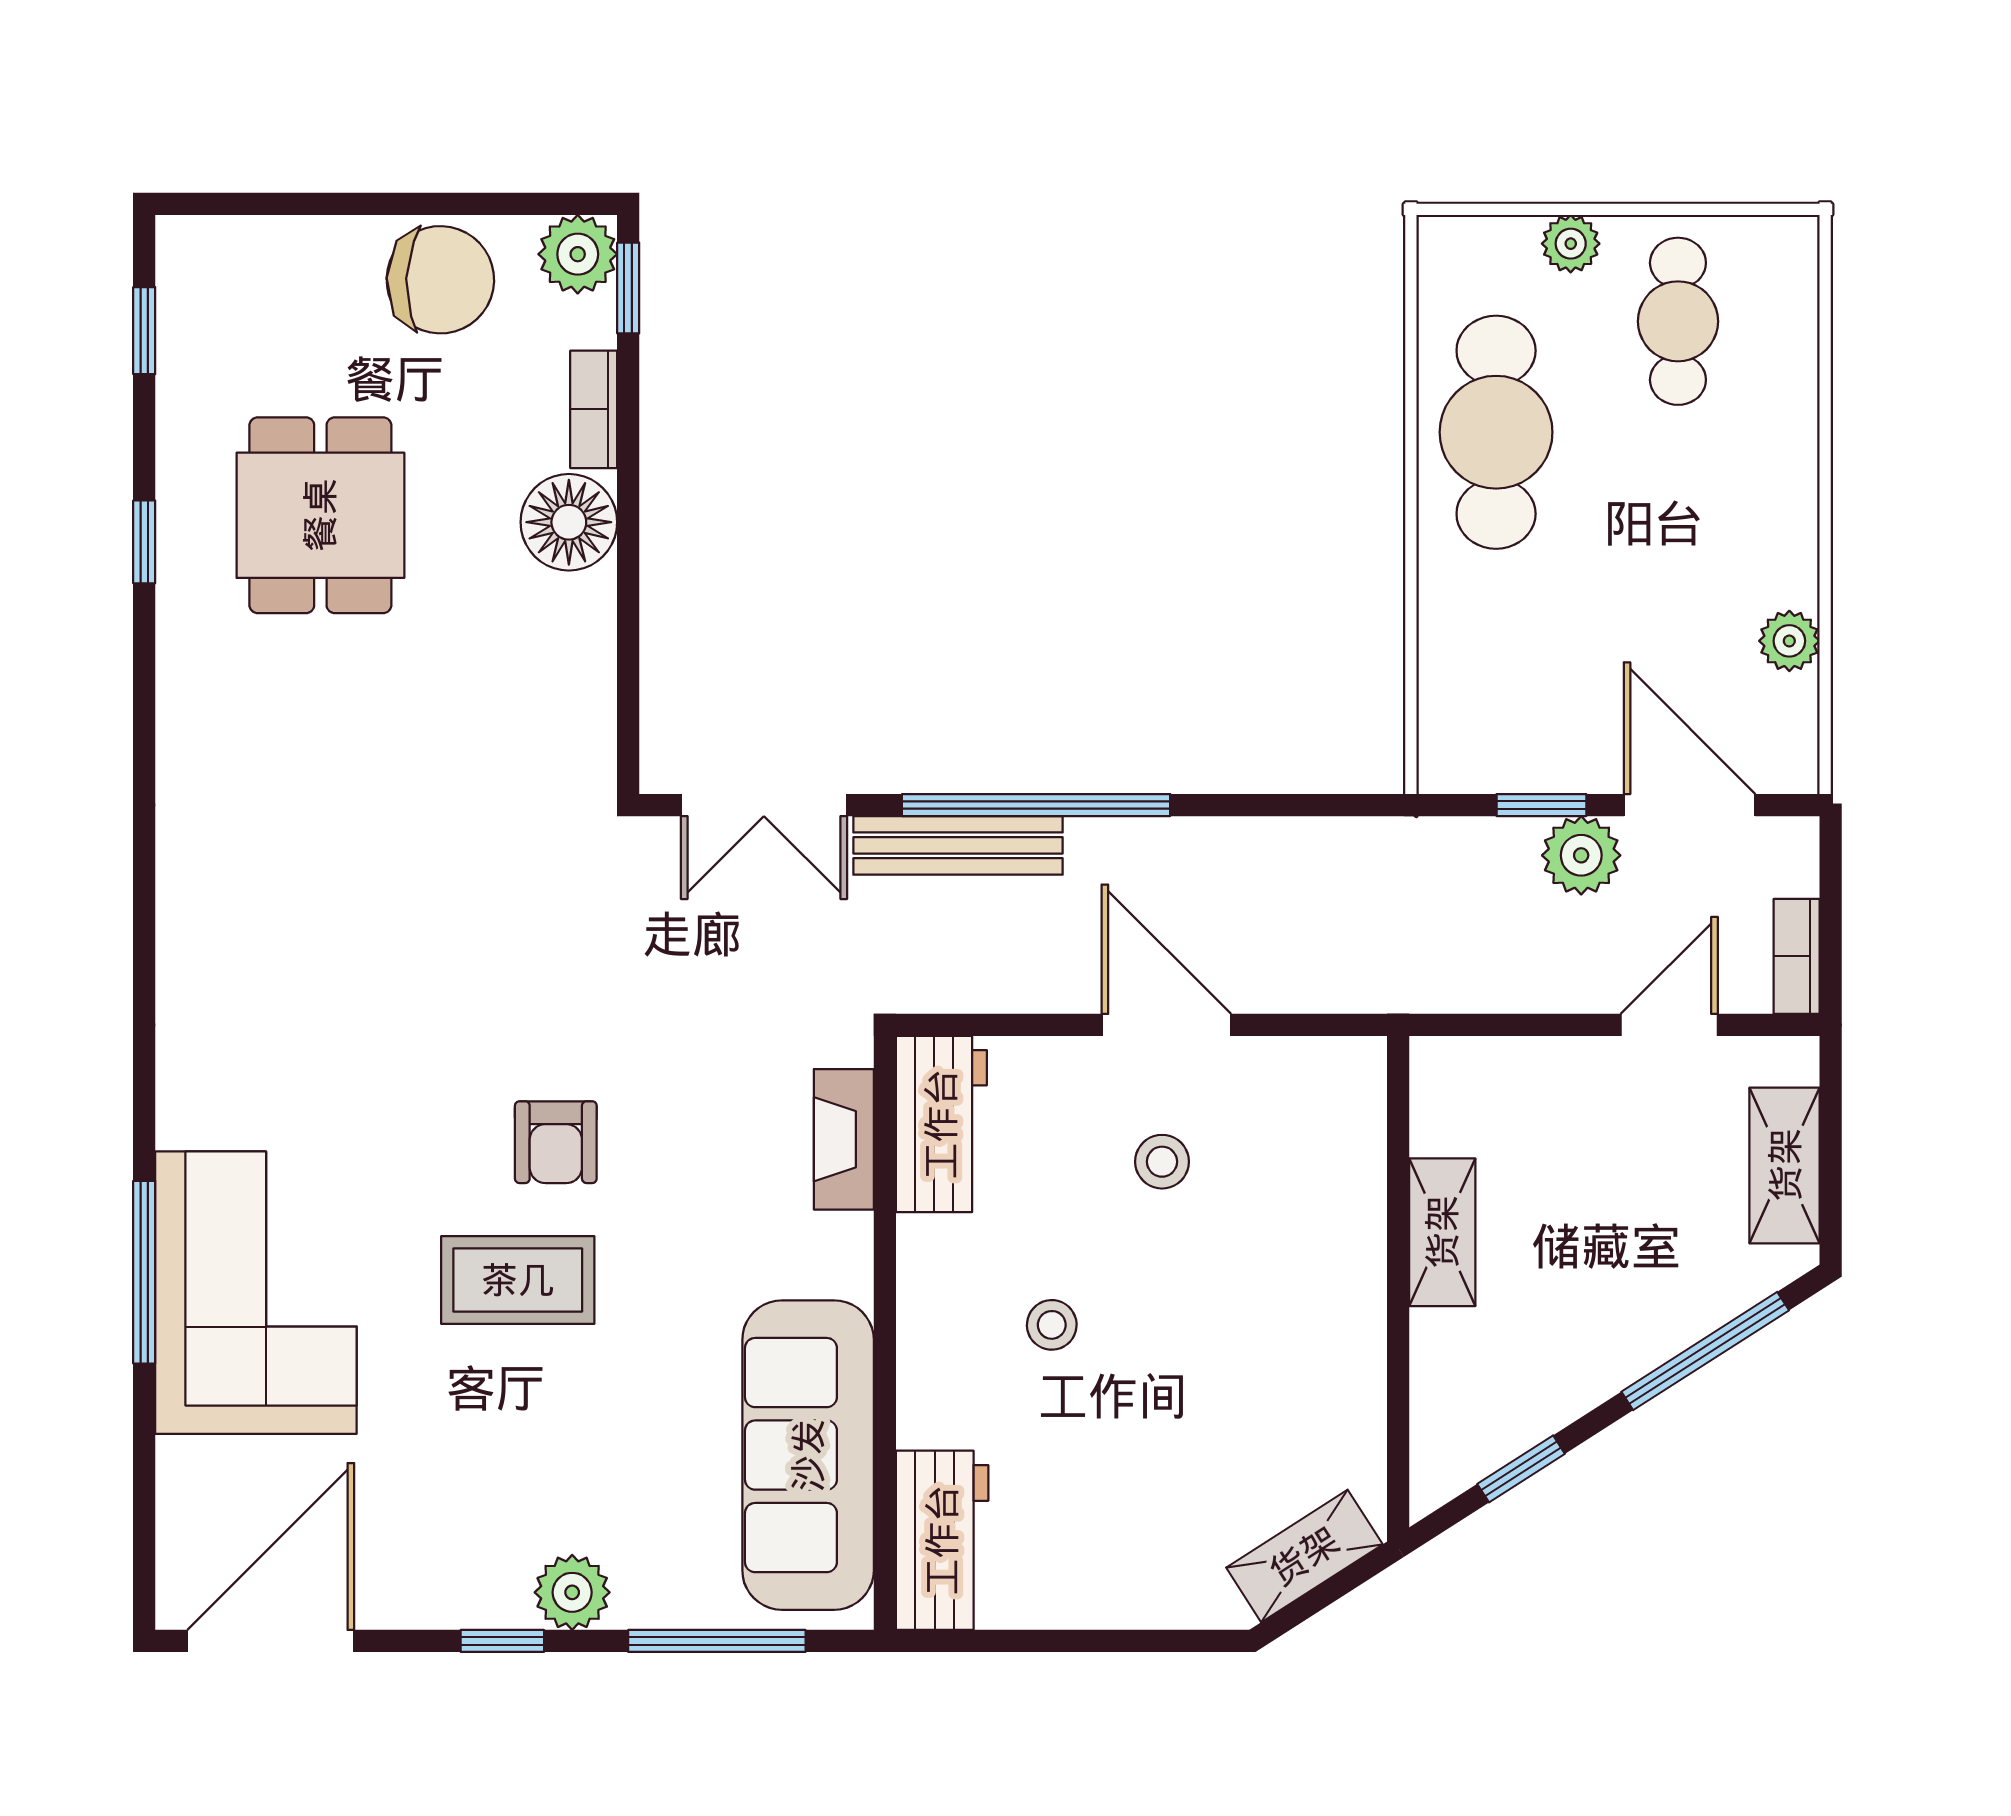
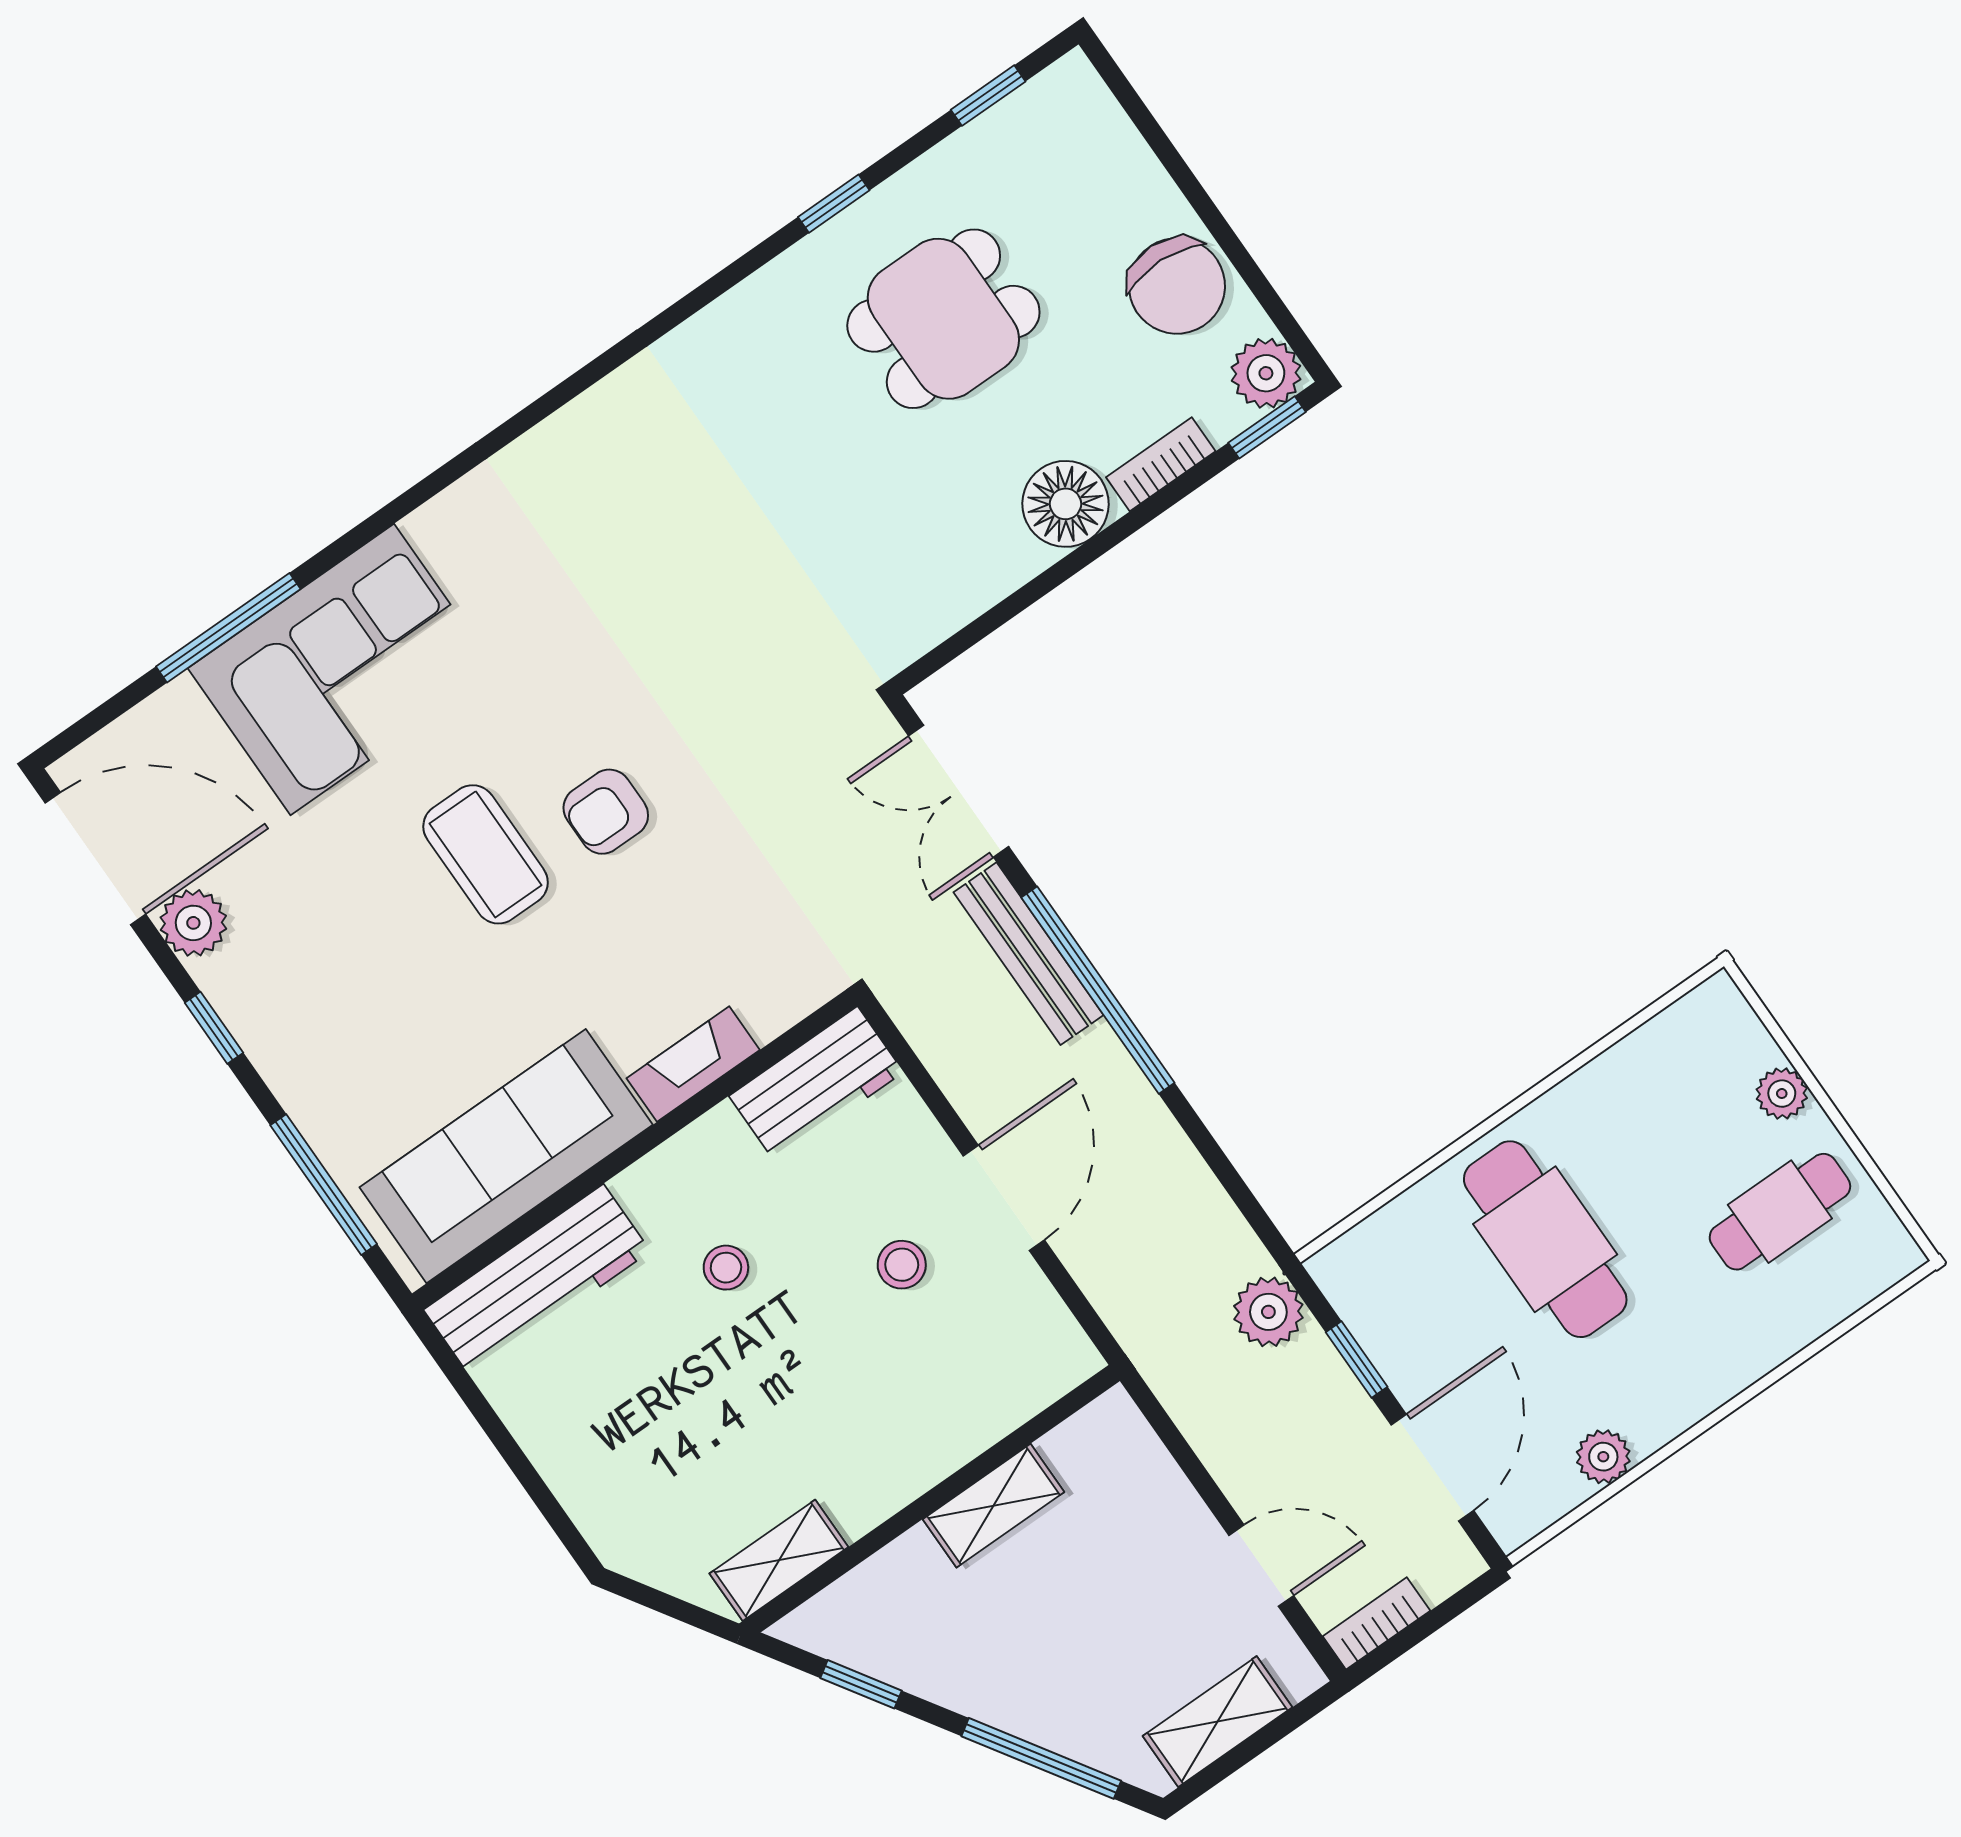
cafe table: (1496, 432) -> (1545, 1239), moved, turned 90
plant: (1581, 855) -> (1268, 1312), moved
fireplace: (844, 1139) -> (693, 1064), moved
window: (144, 1272) -> (228, 628), moved
workbench: (942, 1540) -> (537, 1280), width x1.37
shelving: (1304, 1556) -> (779, 1560), moved, turned -57
plant: (572, 1592) -> (193, 923), moved

